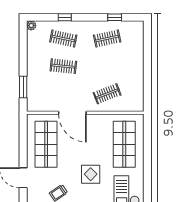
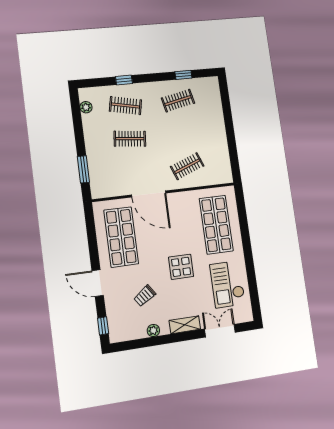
plant: (31, 25) -> (86, 107), moved

